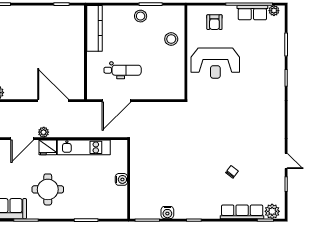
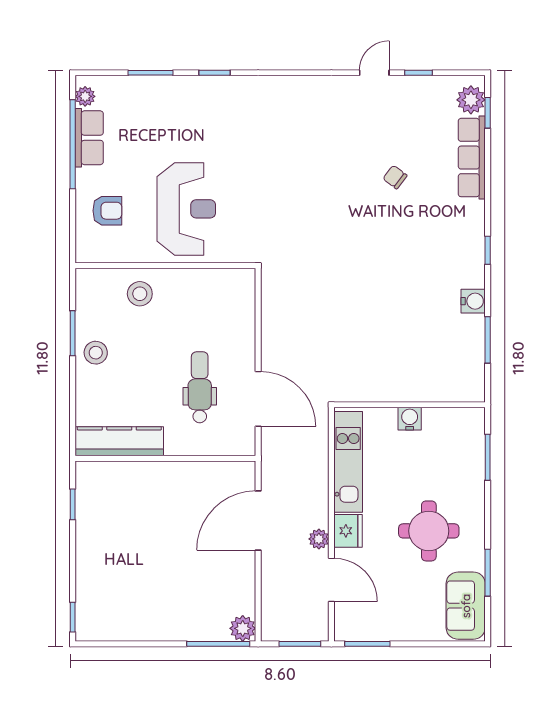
water cooler: (121, 179) -> (410, 419), moved
wall: (129, 179) -> (409, 405), moved

